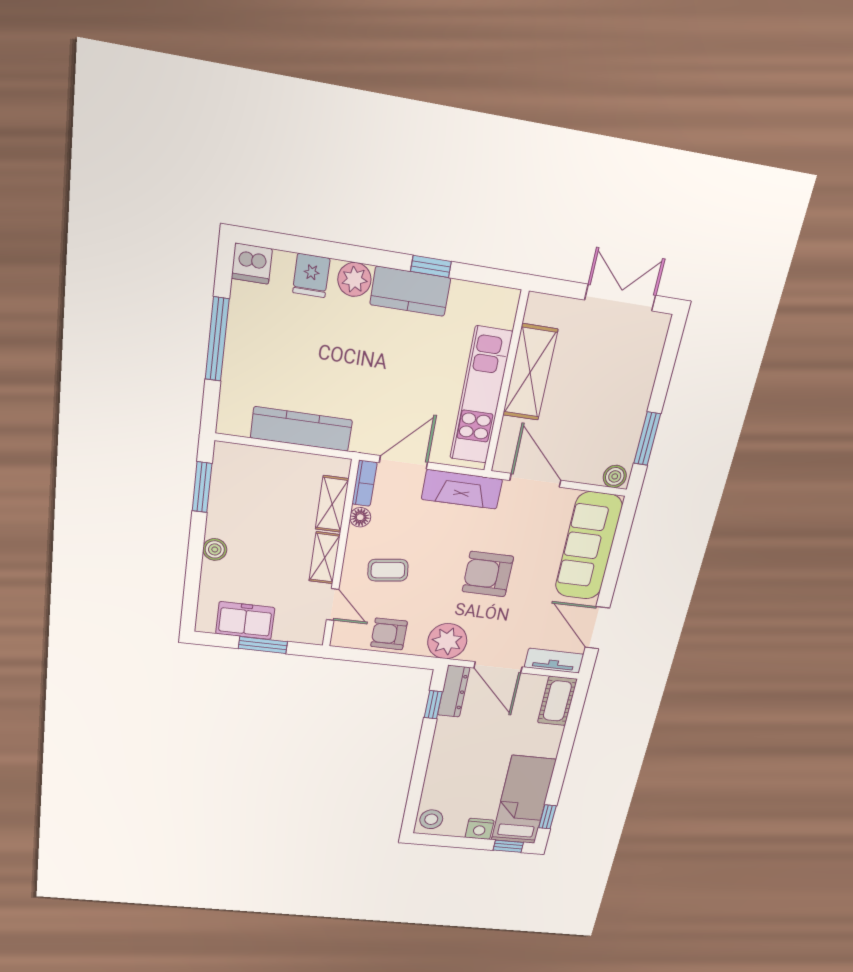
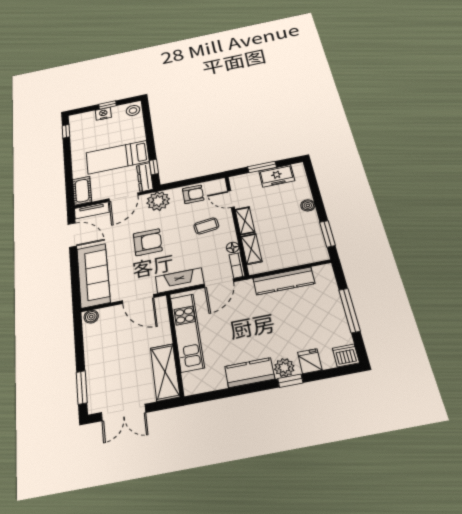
window: (431, 266) -> (290, 381), moved
shelving: (530, 372) -> (165, 372), moved
window: (647, 439) -> (82, 387), moved
door: (498, 667) -> (123, 197), swing flipped
bed: (523, 800) -> (117, 157), moved, turned 90
window: (508, 846) -> (107, 105), moved

